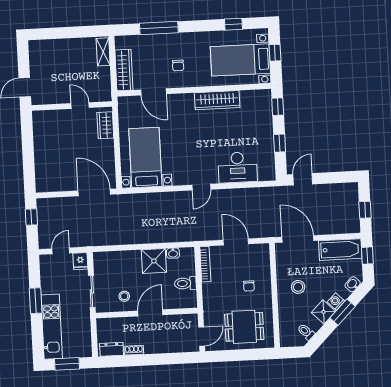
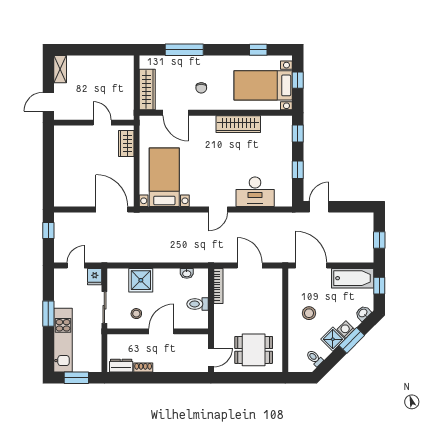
shelving: (103, 52) -> (60, 69), moved
shower: (154, 261) -> (141, 280), moved
chair: (249, 286) -> (260, 310), removed

